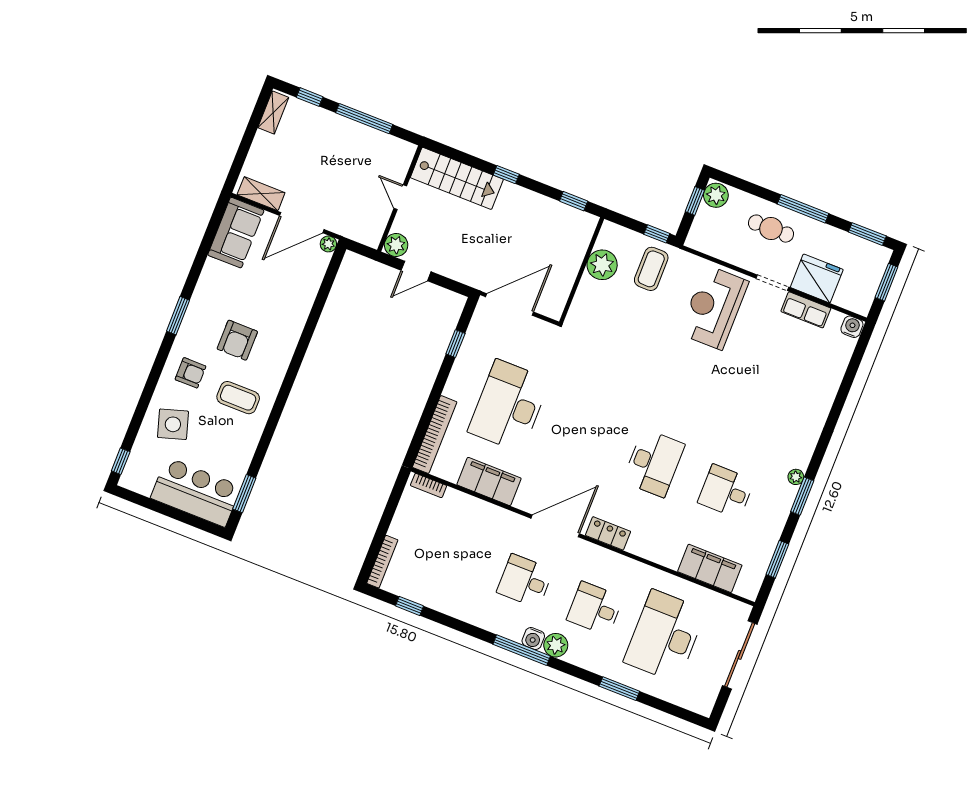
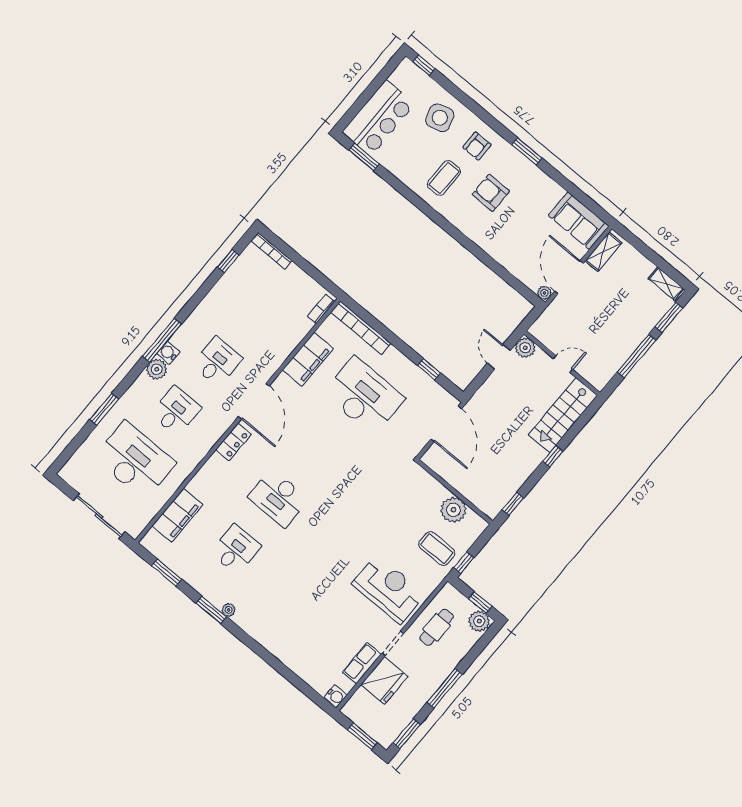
window: (310, 97) -> (669, 317), width x1.50
cafe table: (771, 229) -> (437, 627), moved

